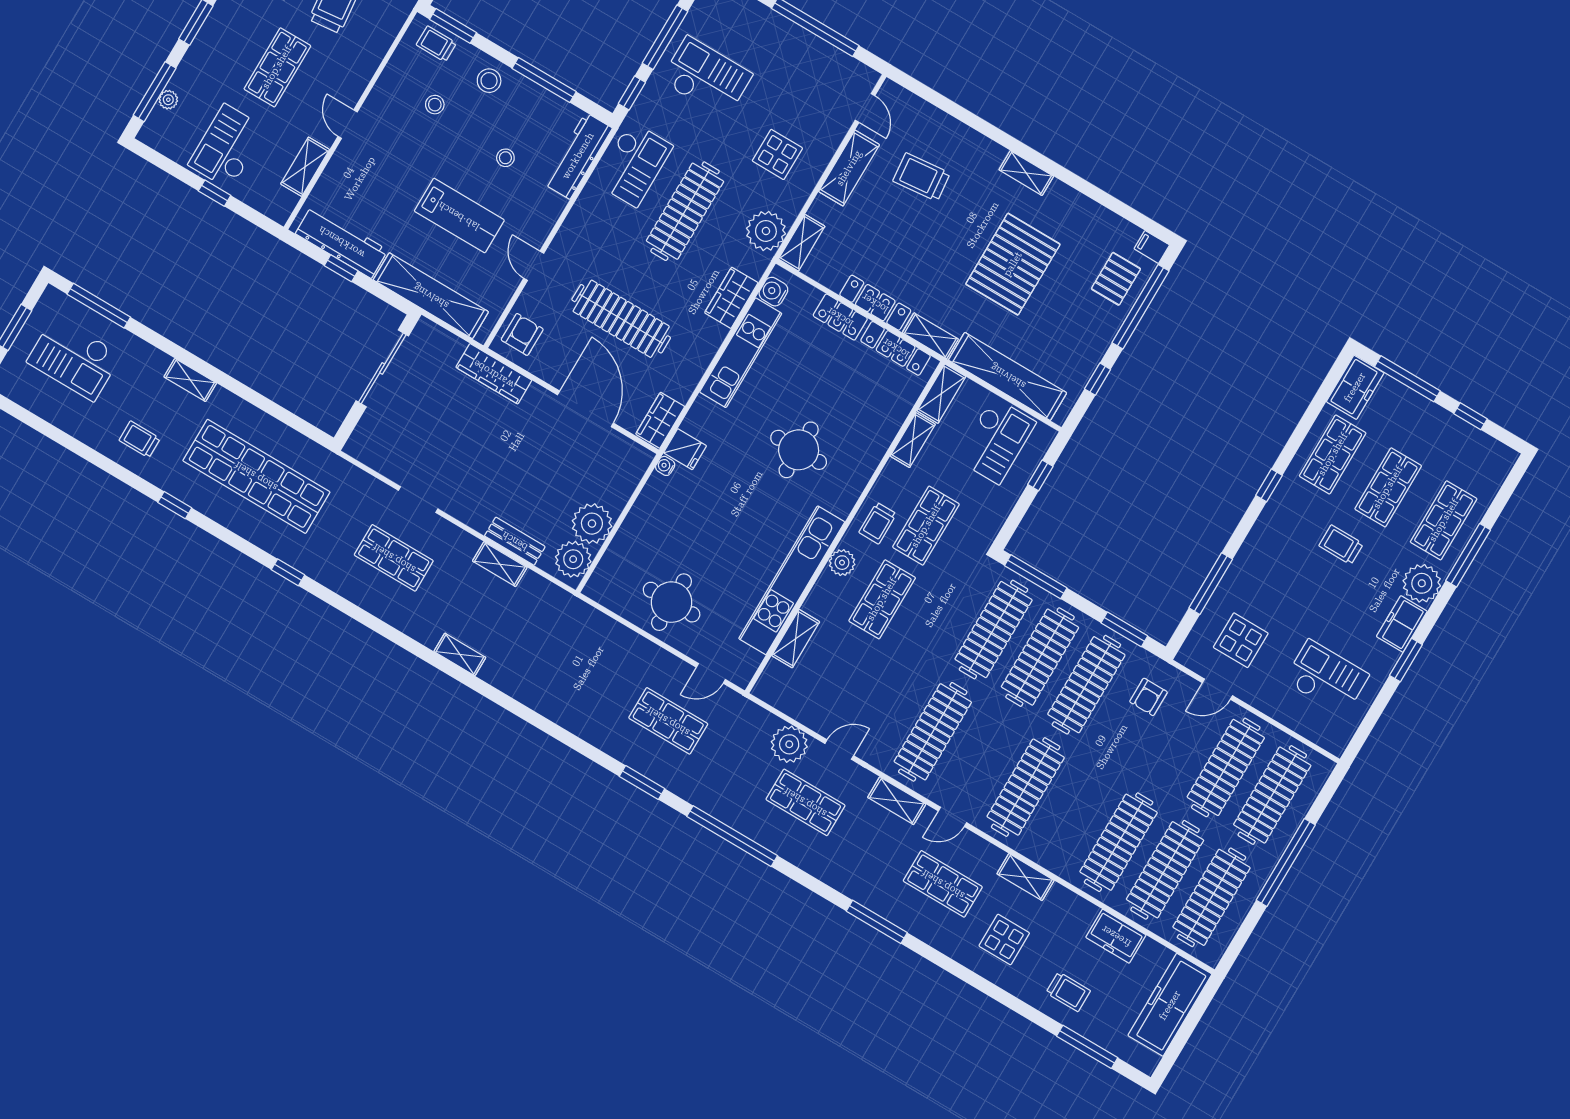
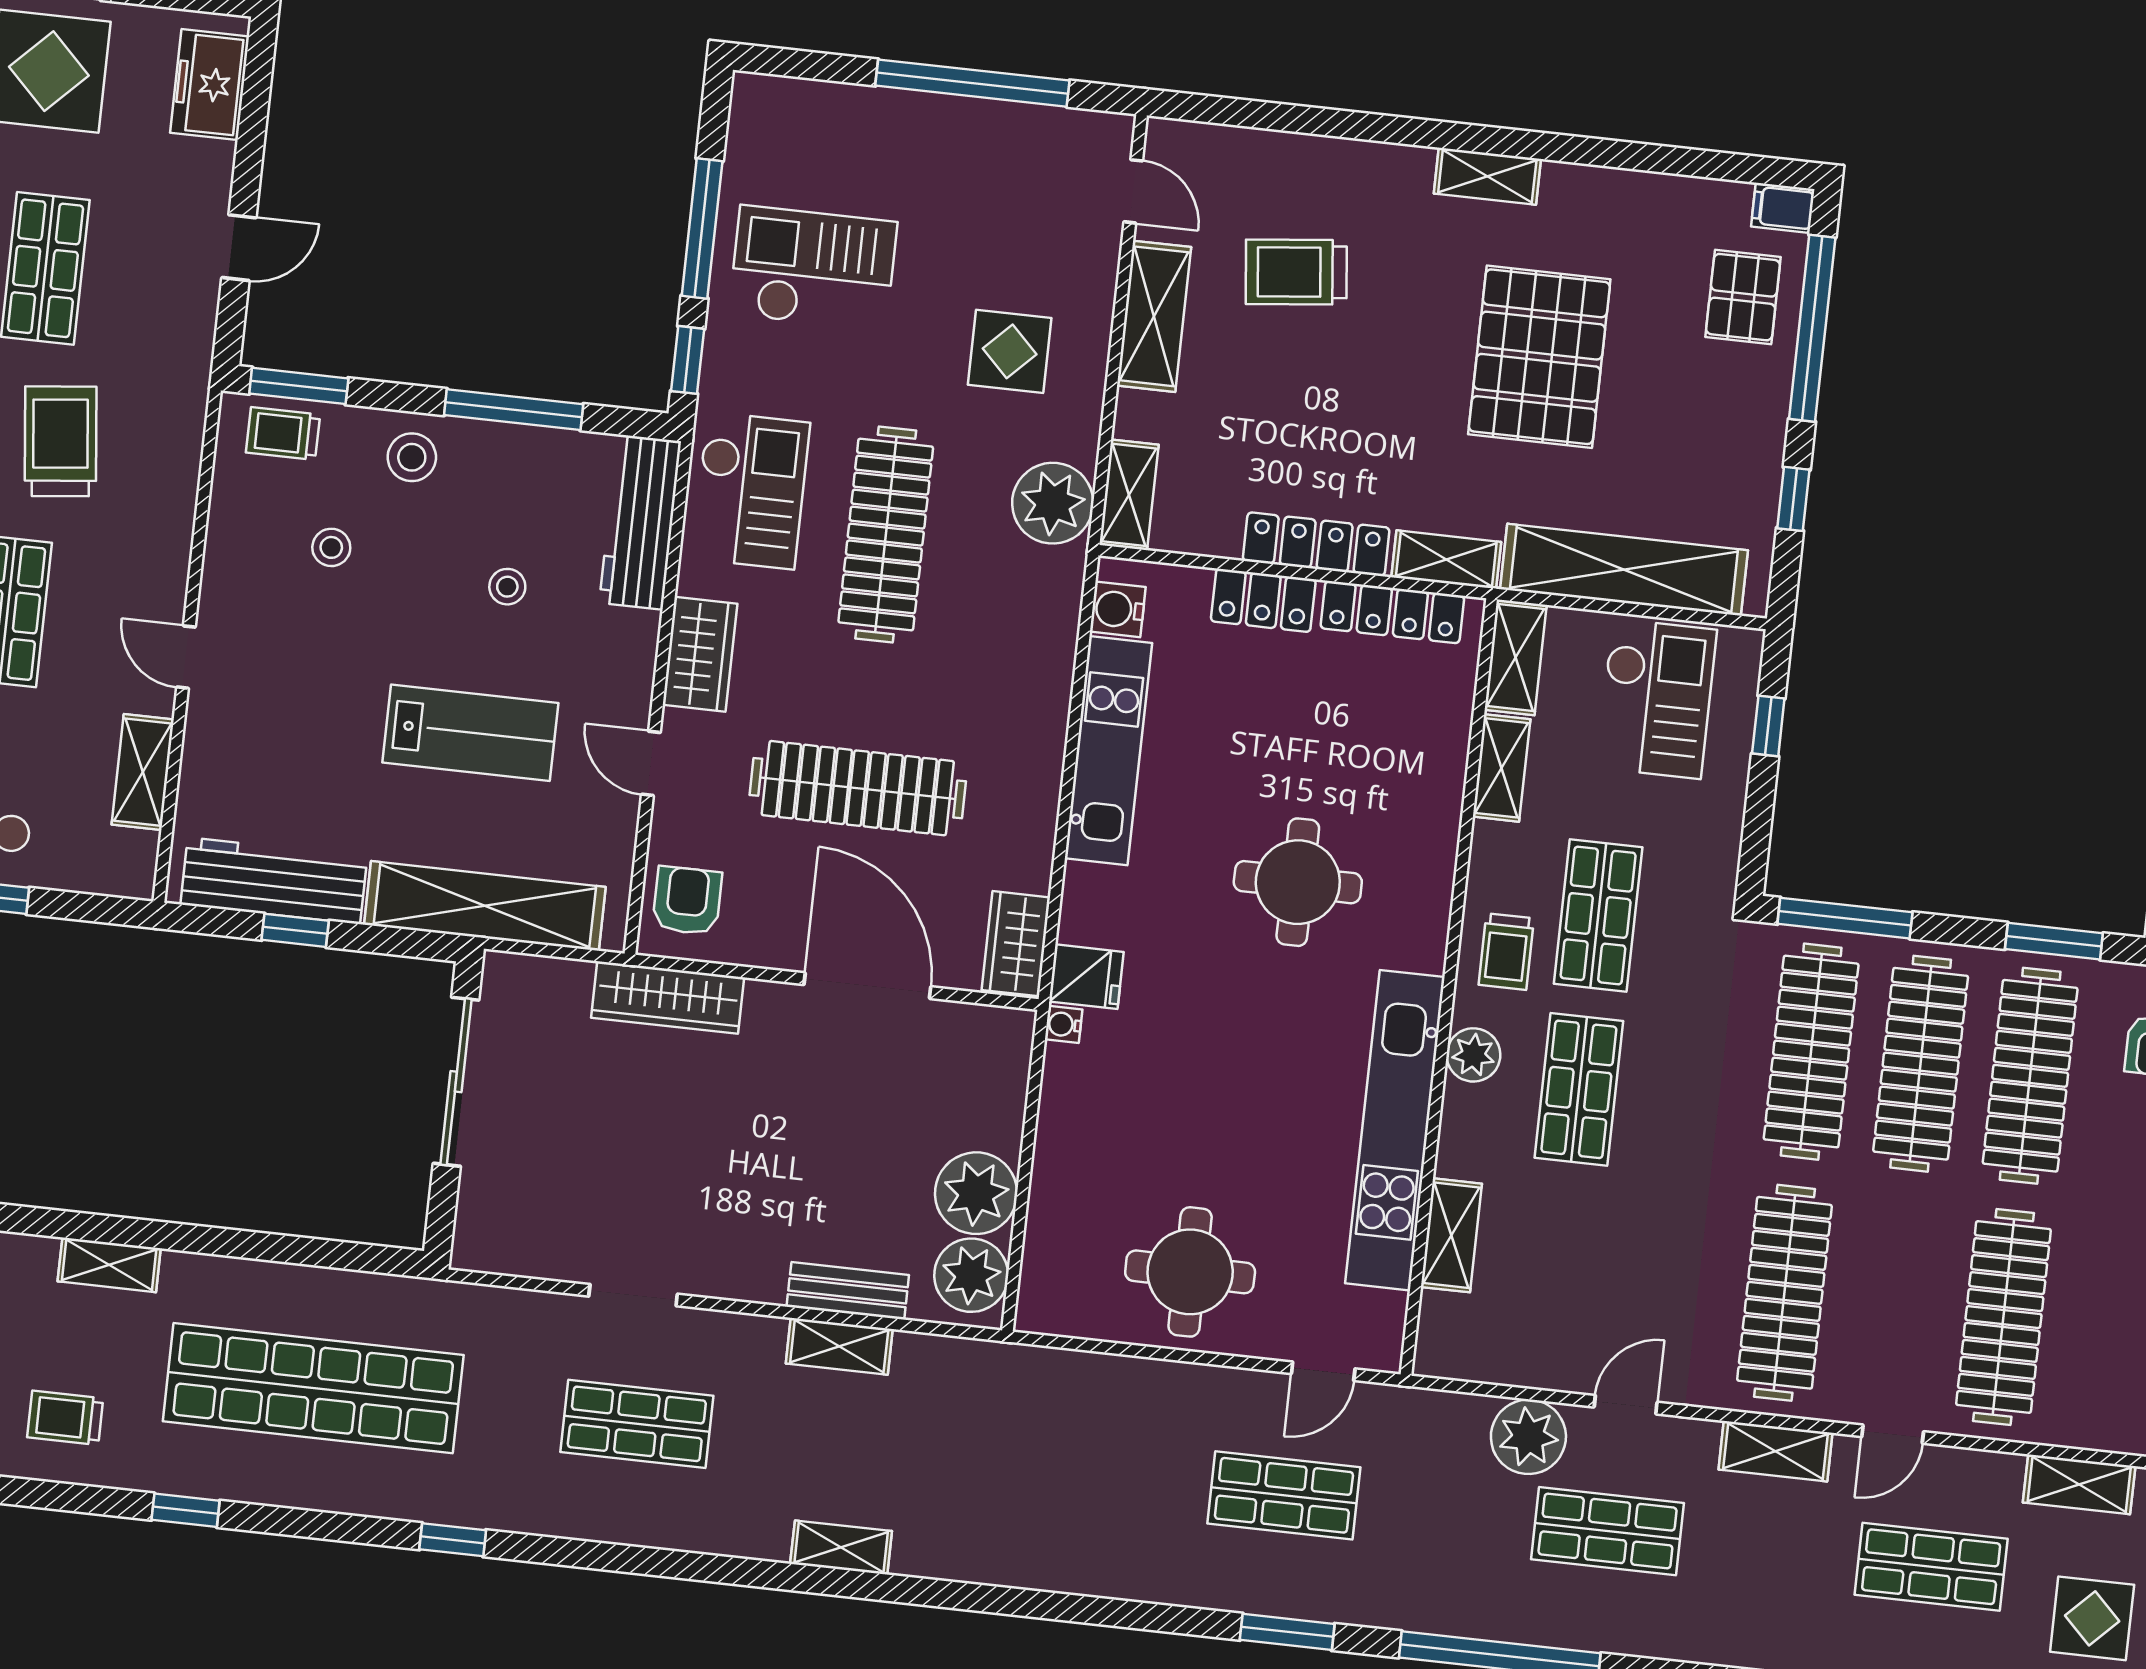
wardrobe: (731, 298) -> (700, 654), moved, turned 180

